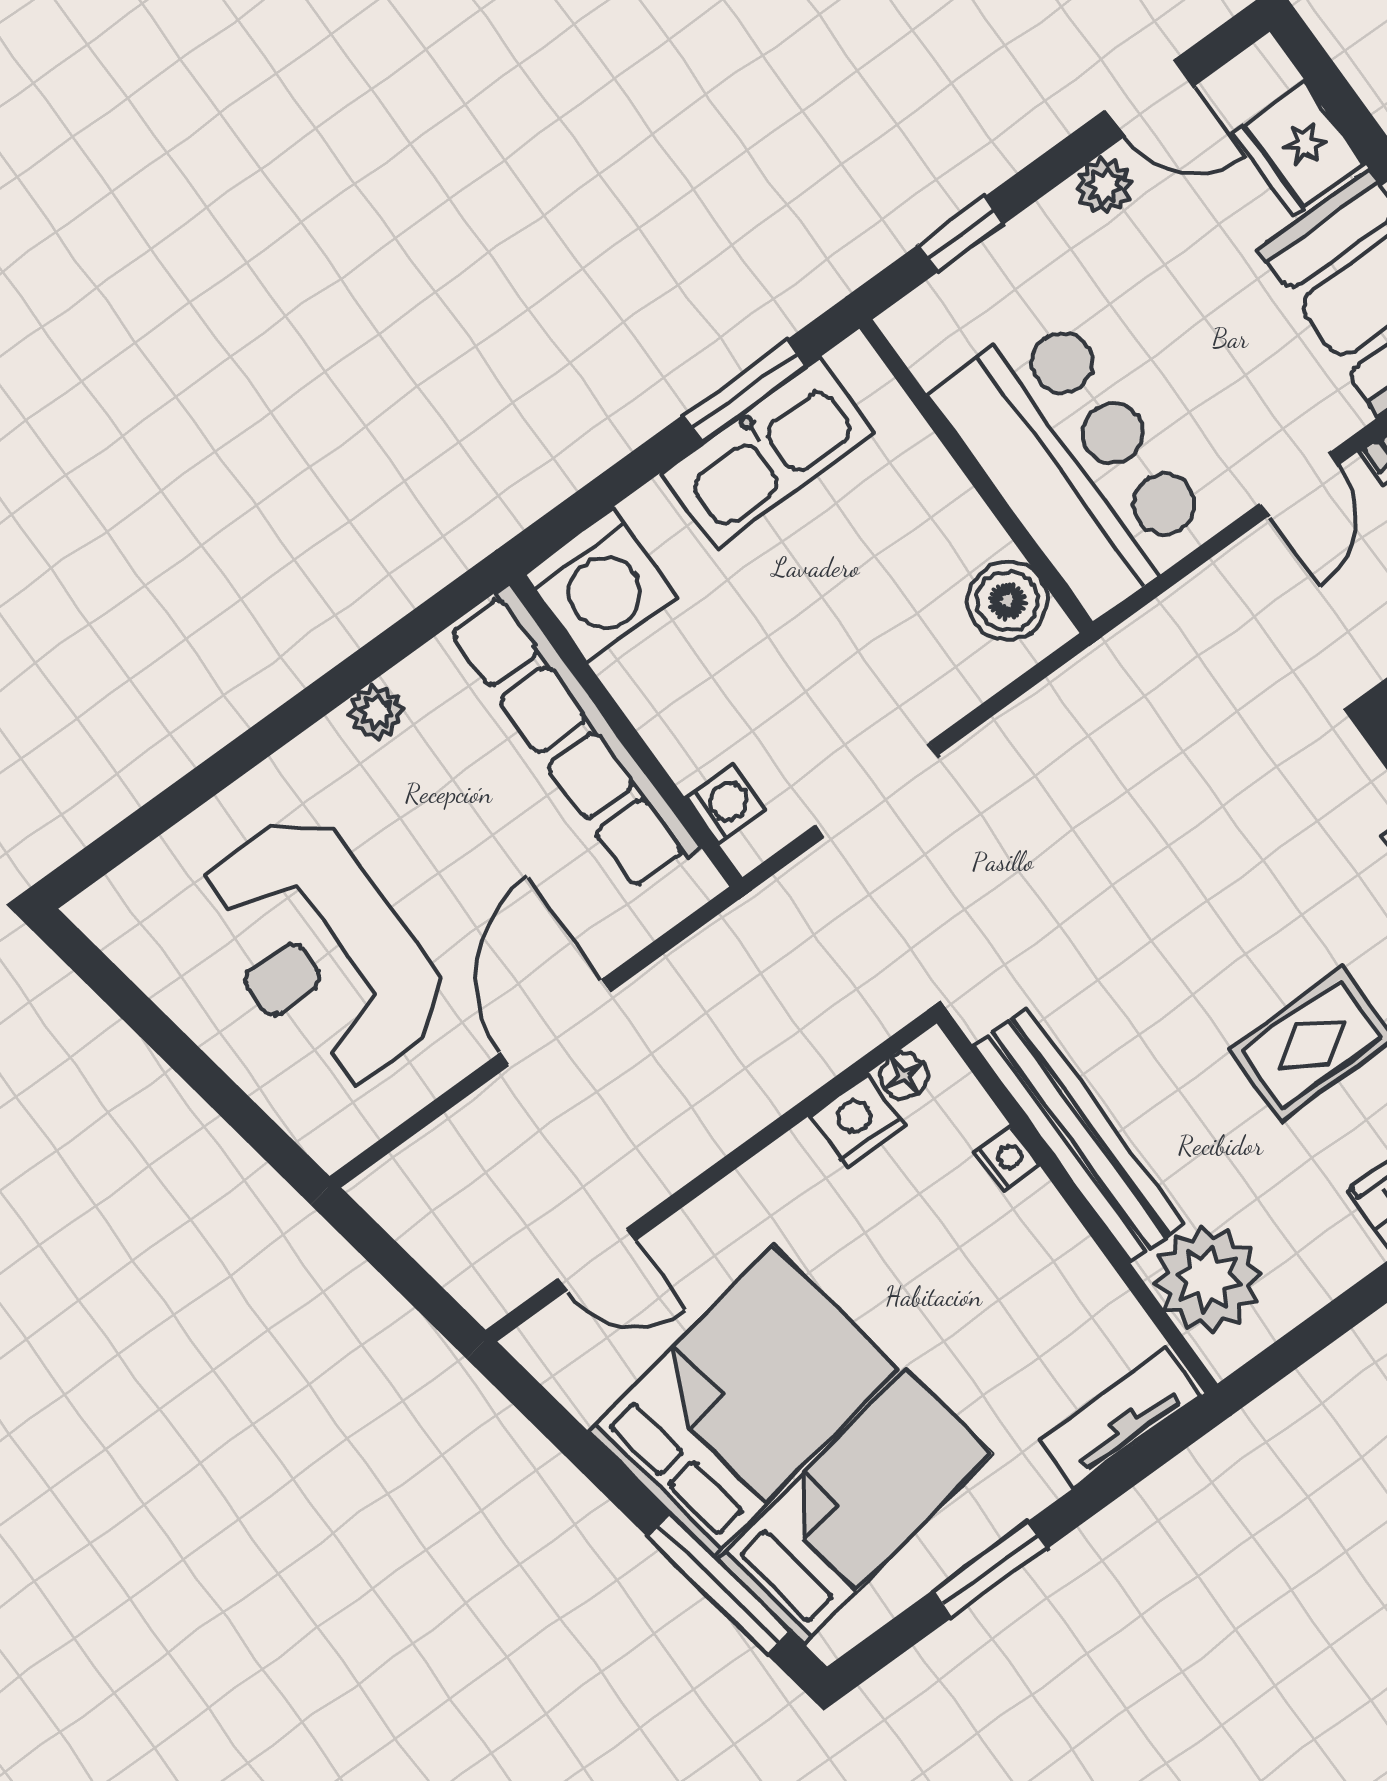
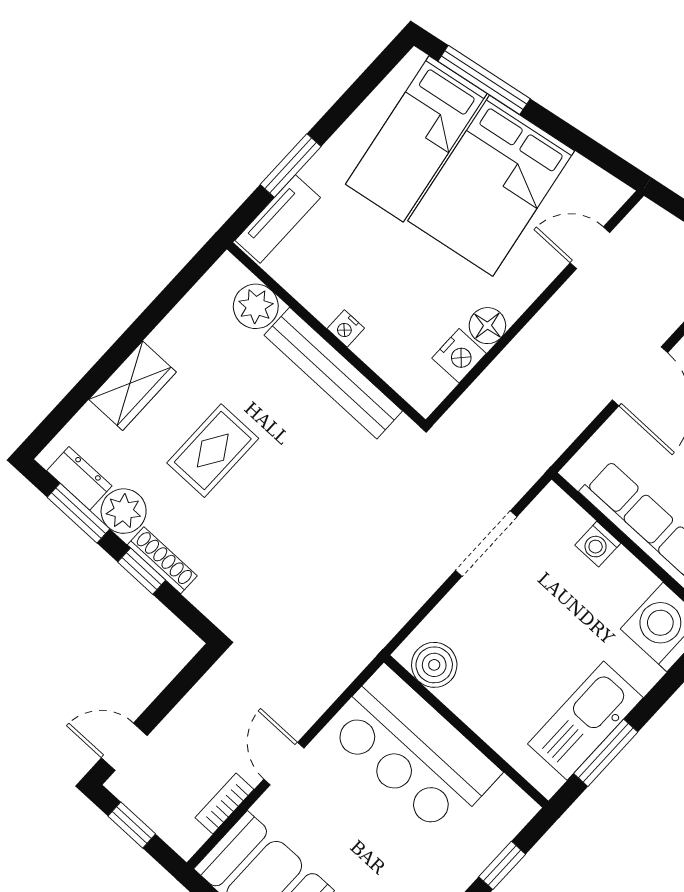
washing machine: (725, 804) -> (598, 544), moved
floor lamp: (904, 1076) -> (487, 326), moved, width x1.37, depth x1.37
nightstand: (1007, 1159) -> (346, 328), moved
plant: (1208, 1279) -> (256, 306), width x0.73, depth x0.73
window: (990, 1569) -> (291, 166), moved

